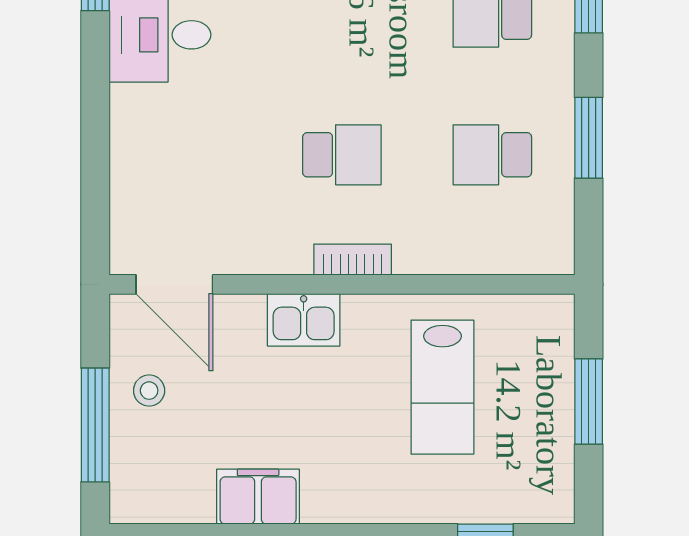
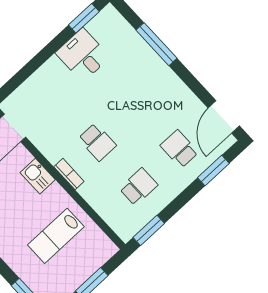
window: (589, 138) -> (149, 230), moved
school desk: (492, 155) -> (139, 187), turned 90

